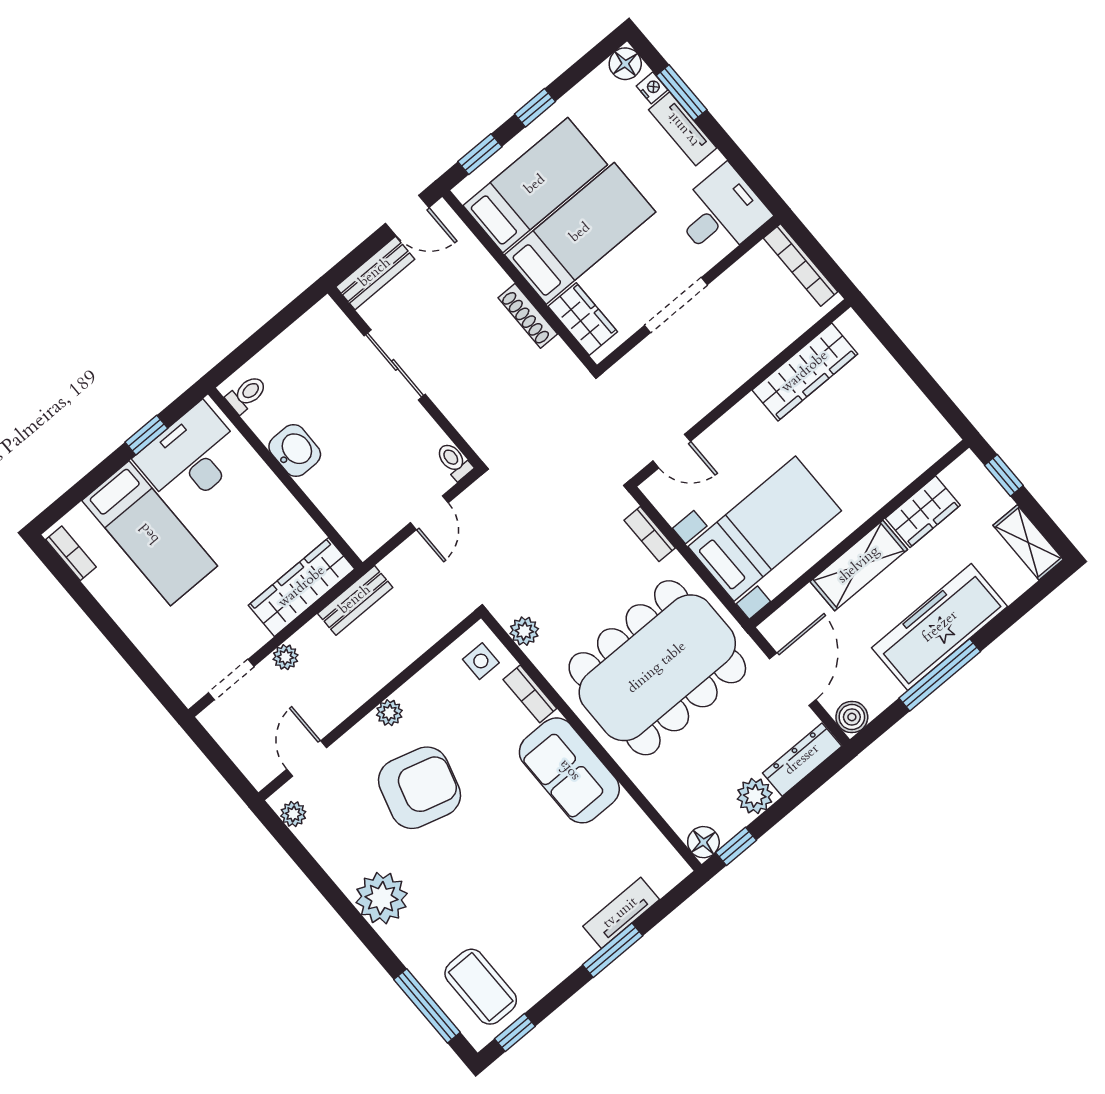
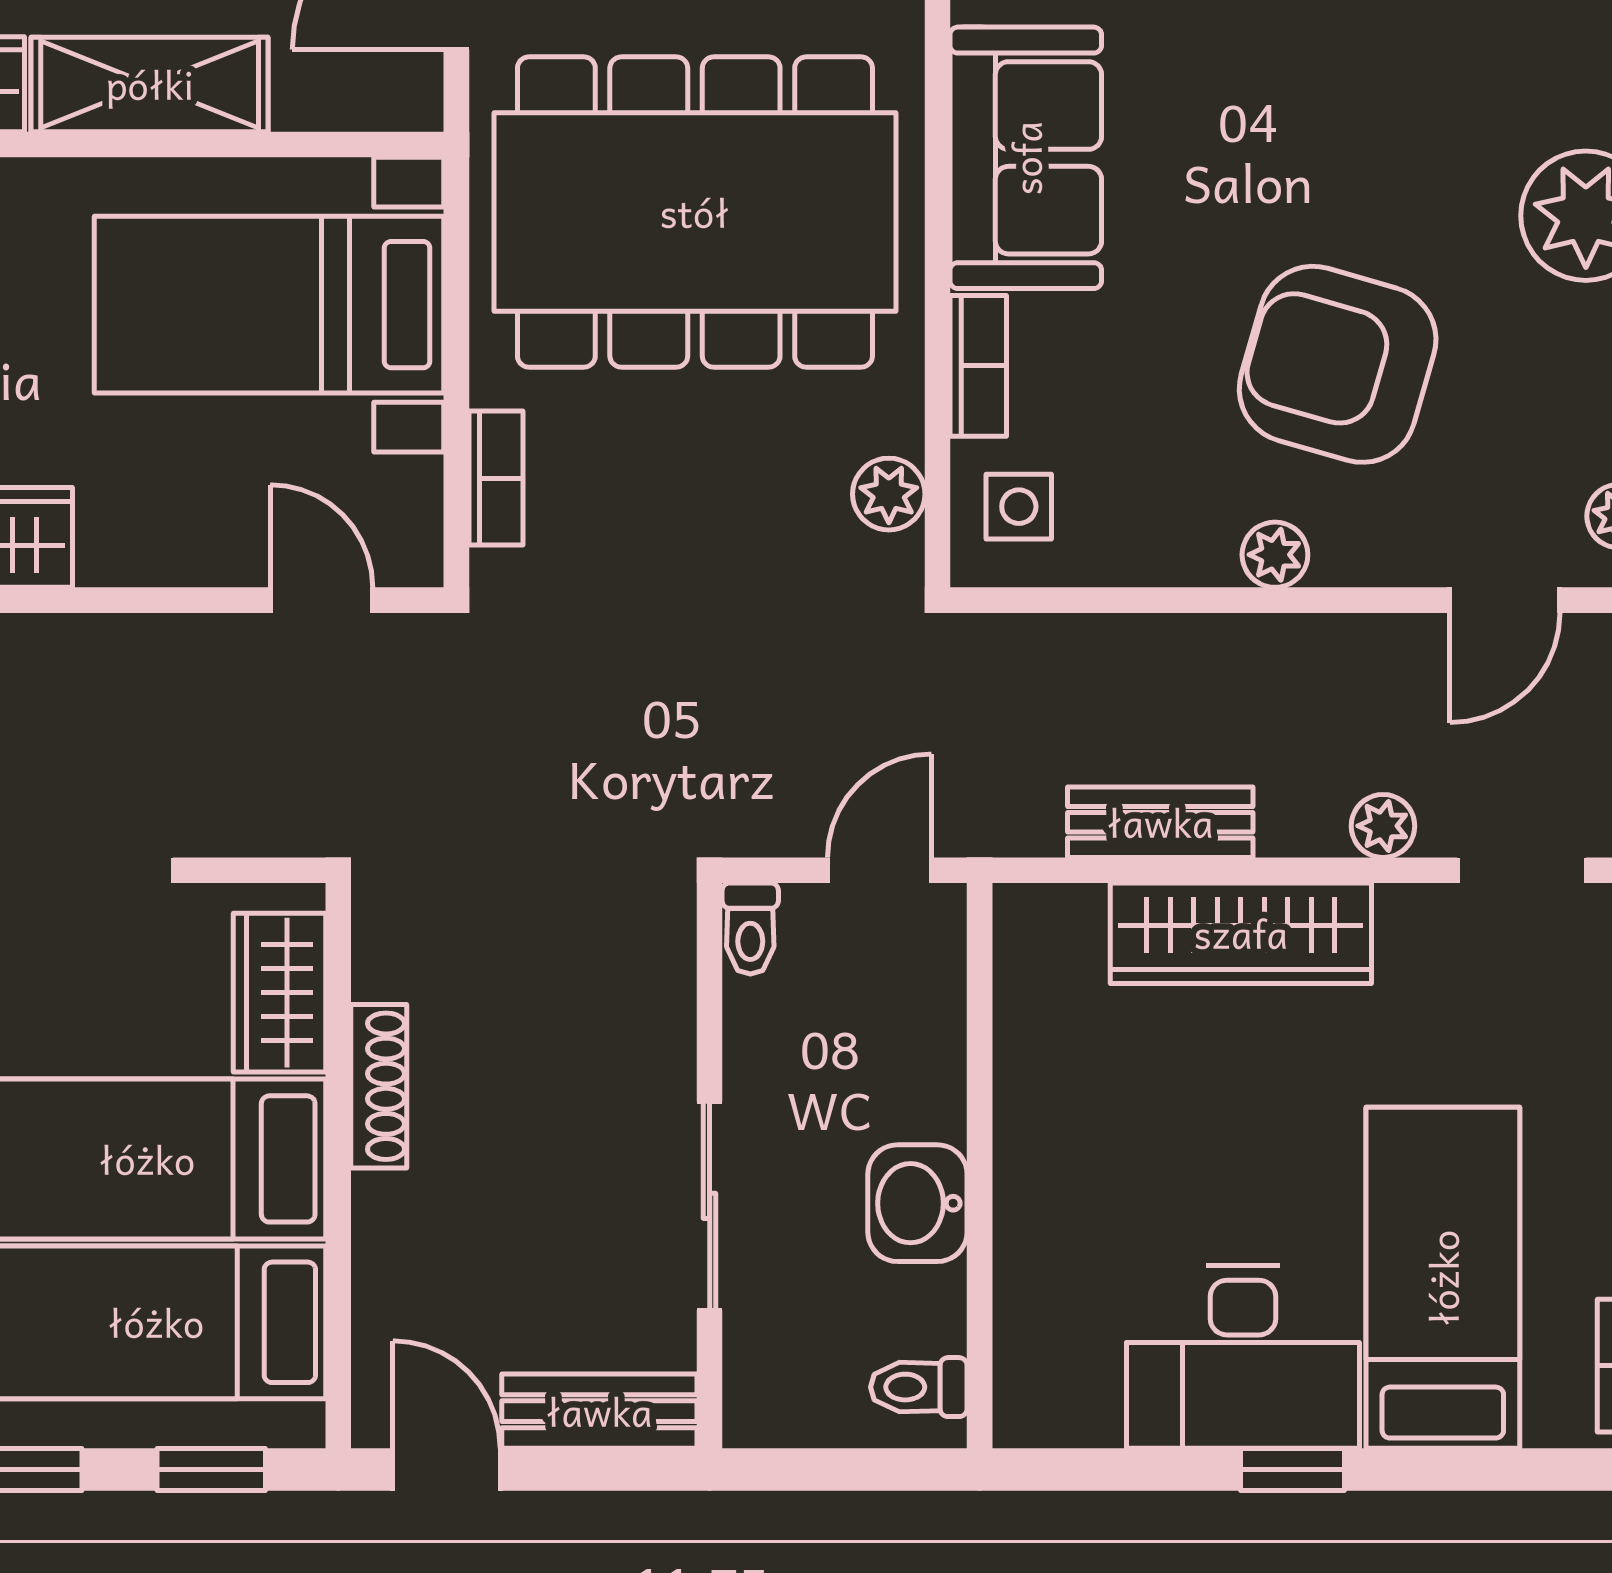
toilet: (247, 394) -> (919, 1387), moved
washbasin: (295, 450) -> (917, 1203), moved
wall: (285, 478) -> (980, 1166), moved

